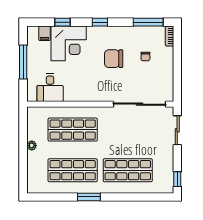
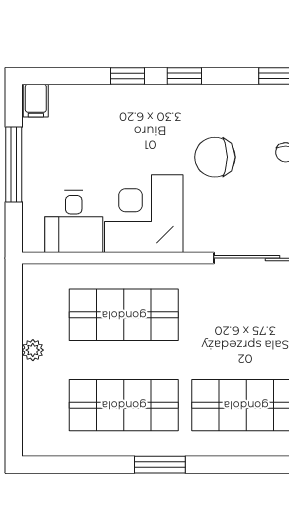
window: (62, 22) -> (128, 76), moved
filing cabinet: (45, 33) -> (36, 101), moved
corner desk: (69, 43) -> (144, 214), moved, turned 180

